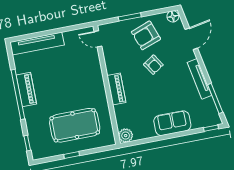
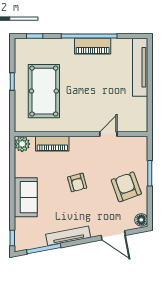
door: (98, 39) -> (108, 134), moved
armchair: (153, 65) -> (77, 183), moved, turned -72
piano: (116, 89) -> (52, 144), moved

